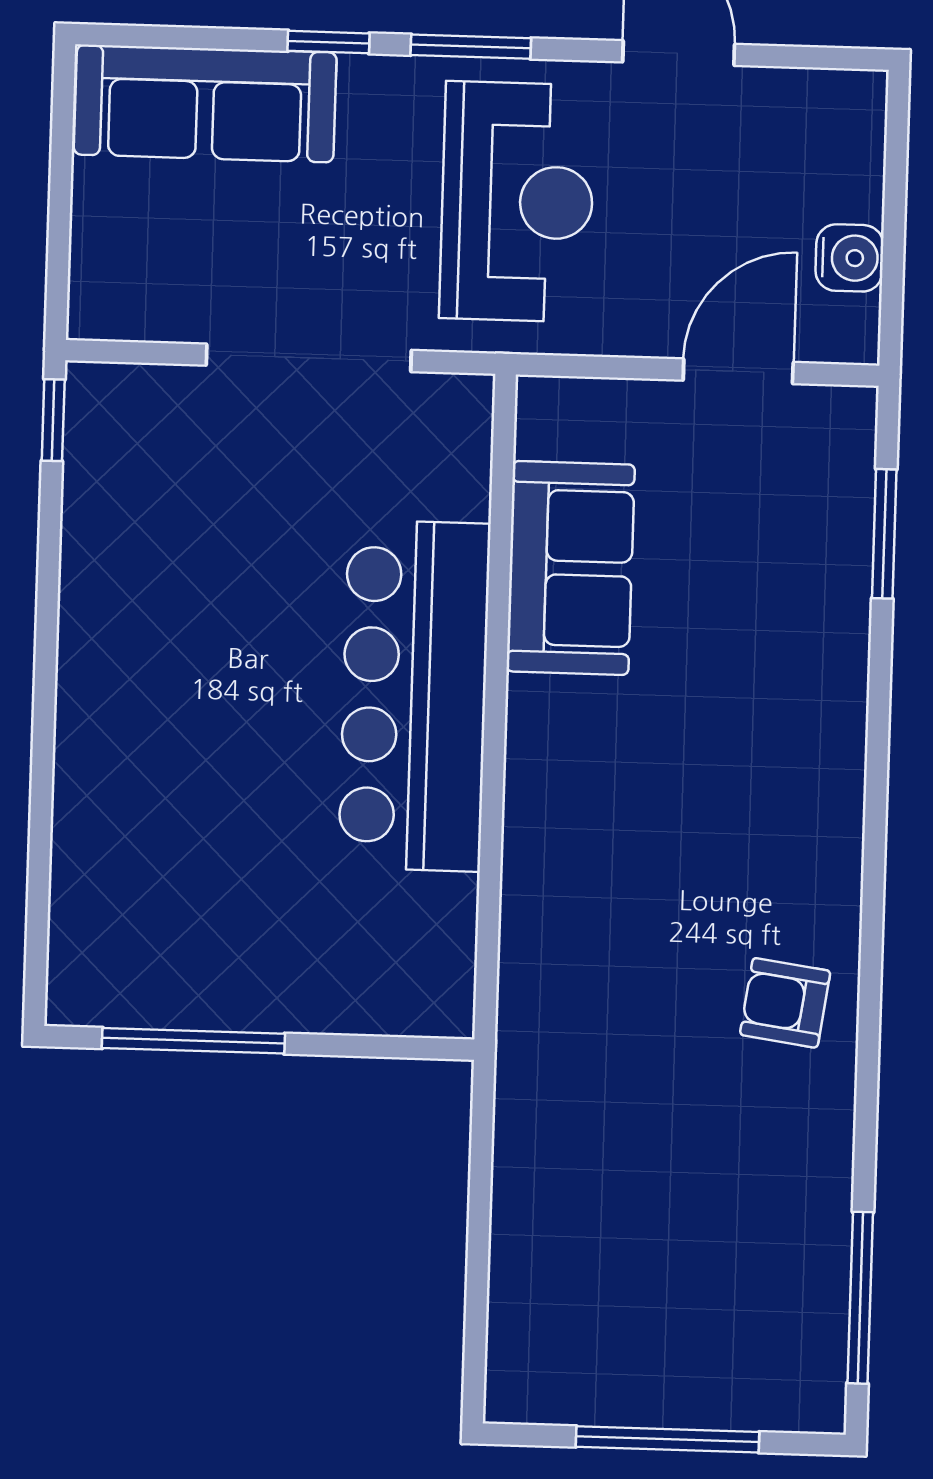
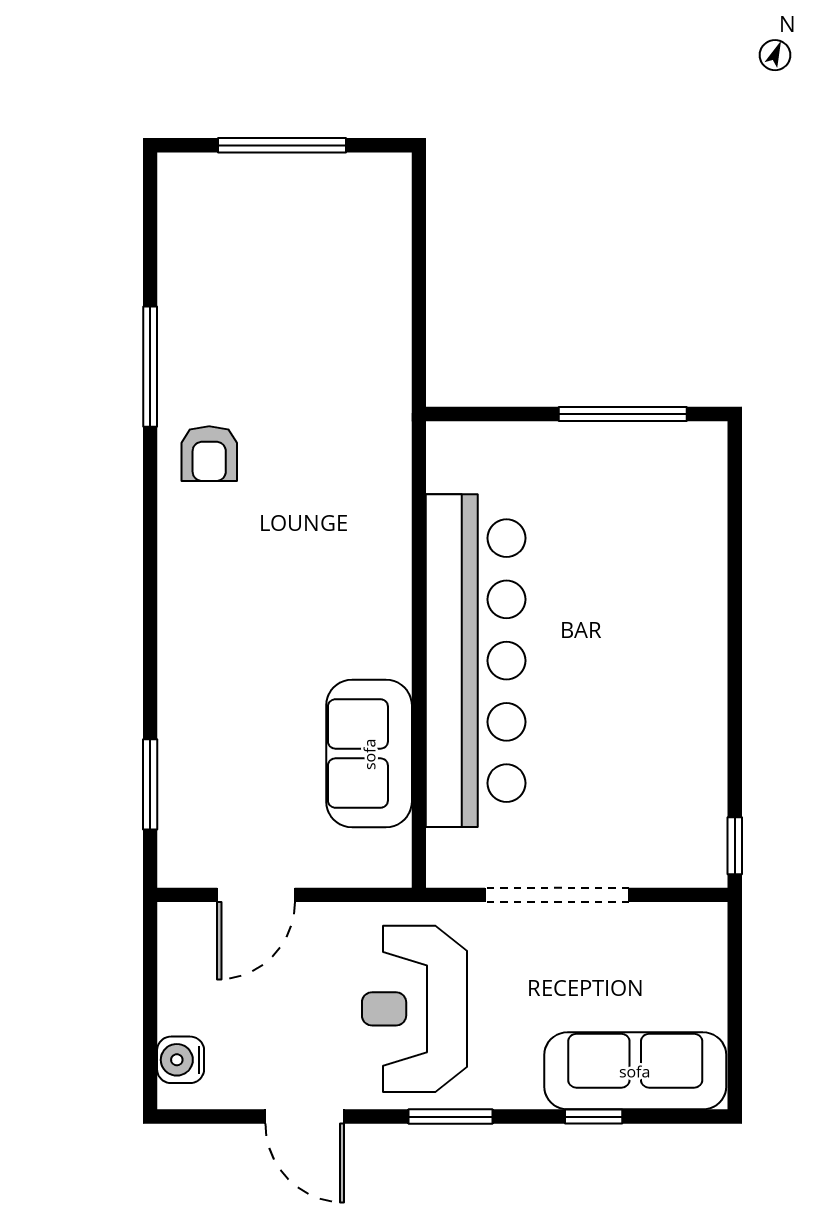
window: (328, 42) -> (594, 1117), moved
water cooler: (849, 258) -> (181, 1060), moved
bar counter: (414, 696) -> (476, 661), width x1.36
armchair: (785, 1003) -> (209, 454), turned 82
window: (860, 1298) -> (150, 367), moved

